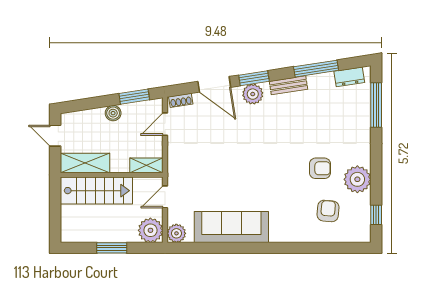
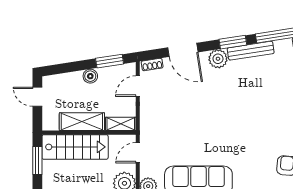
window: (254, 78) -> (233, 42), moved
bench: (289, 85) -> (251, 51), width x1.36
shelving: (85, 163) -> (82, 122), moved
armchair: (320, 168) -> (279, 127), removed
window: (55, 205) -> (37, 161), added

